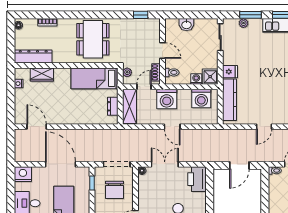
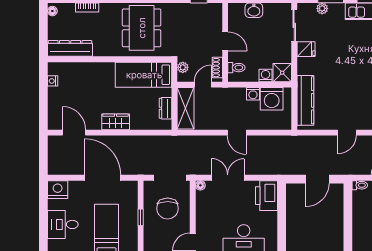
fridge: (230, 72) -> (306, 49), moved
wardrobe: (42, 74) -> (116, 122), moved, turned 180
washing machine: (167, 99) -> (253, 94), moved, width x0.53, depth x0.53
window: (92, 183) -> (141, 217), moved

